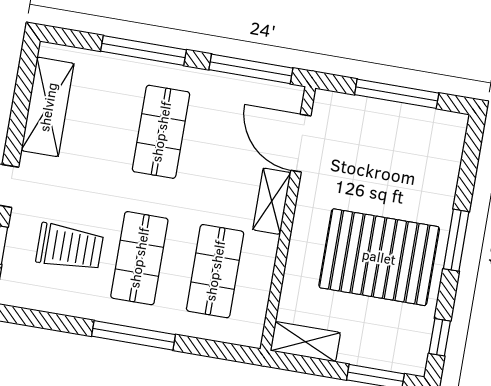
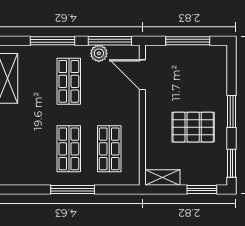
plant: (226, 89) -> (99, 53), added
shelving: (272, 201) -> (132, 108), removed
trolley: (70, 247) -> (32, 149), removed
pallet: (379, 257) -> (193, 127), width x0.73, depth x0.71
window: (440, 337) -> (232, 163), width x1.50

